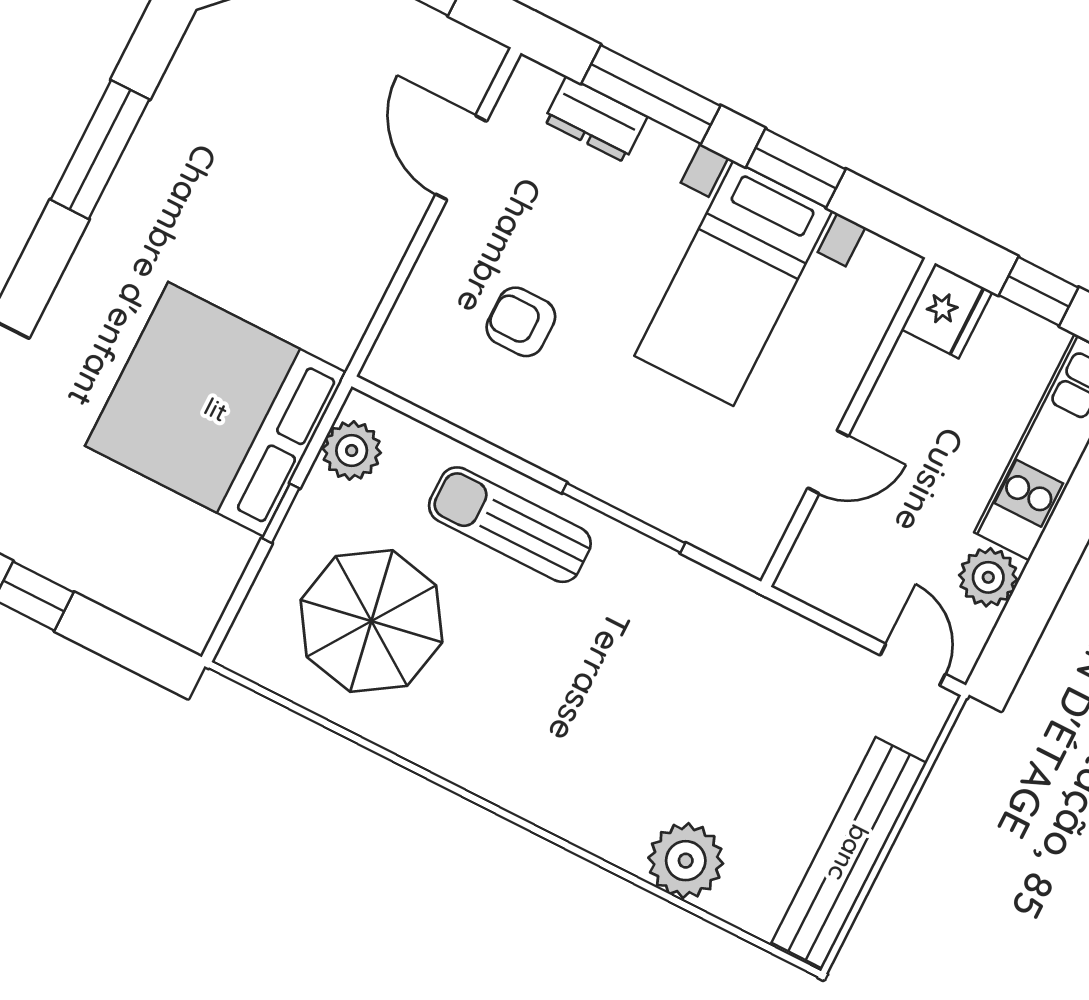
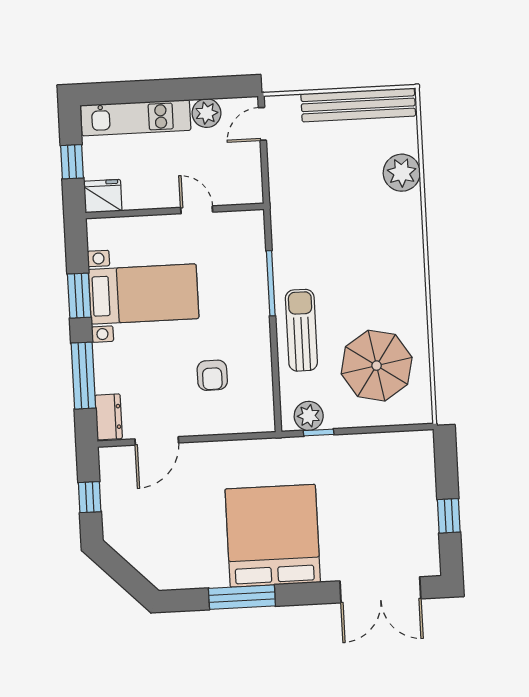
dresser: (595, 119) -> (109, 417), moved
bed: (216, 409) -> (273, 536), moved, turned 180
window: (281, 513) -> (319, 432), moved
sun lounger: (510, 525) -> (301, 330), turned 180

